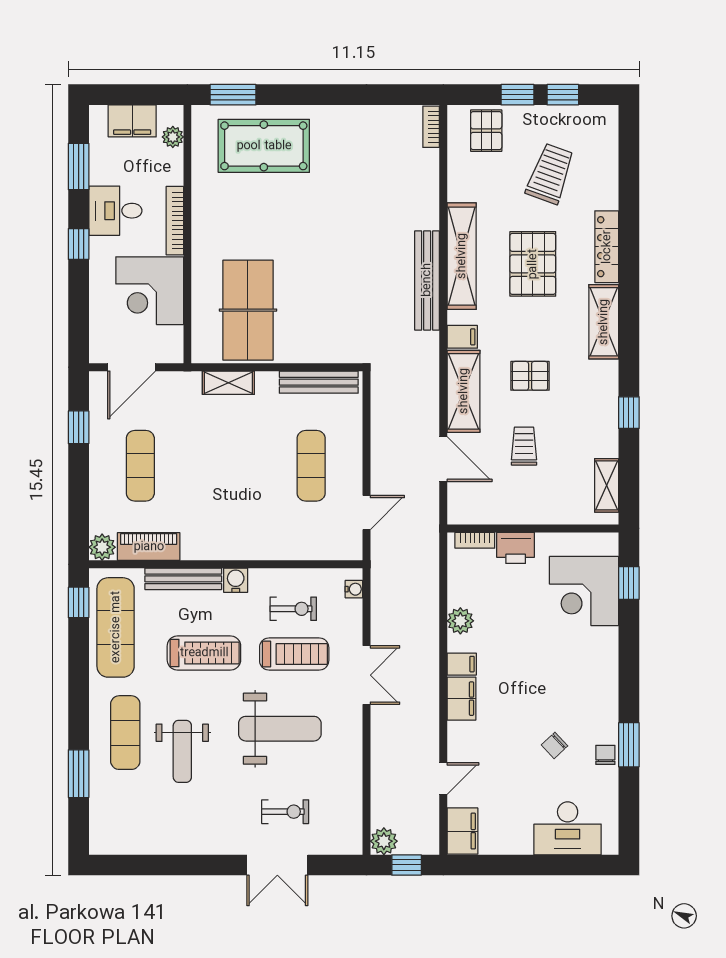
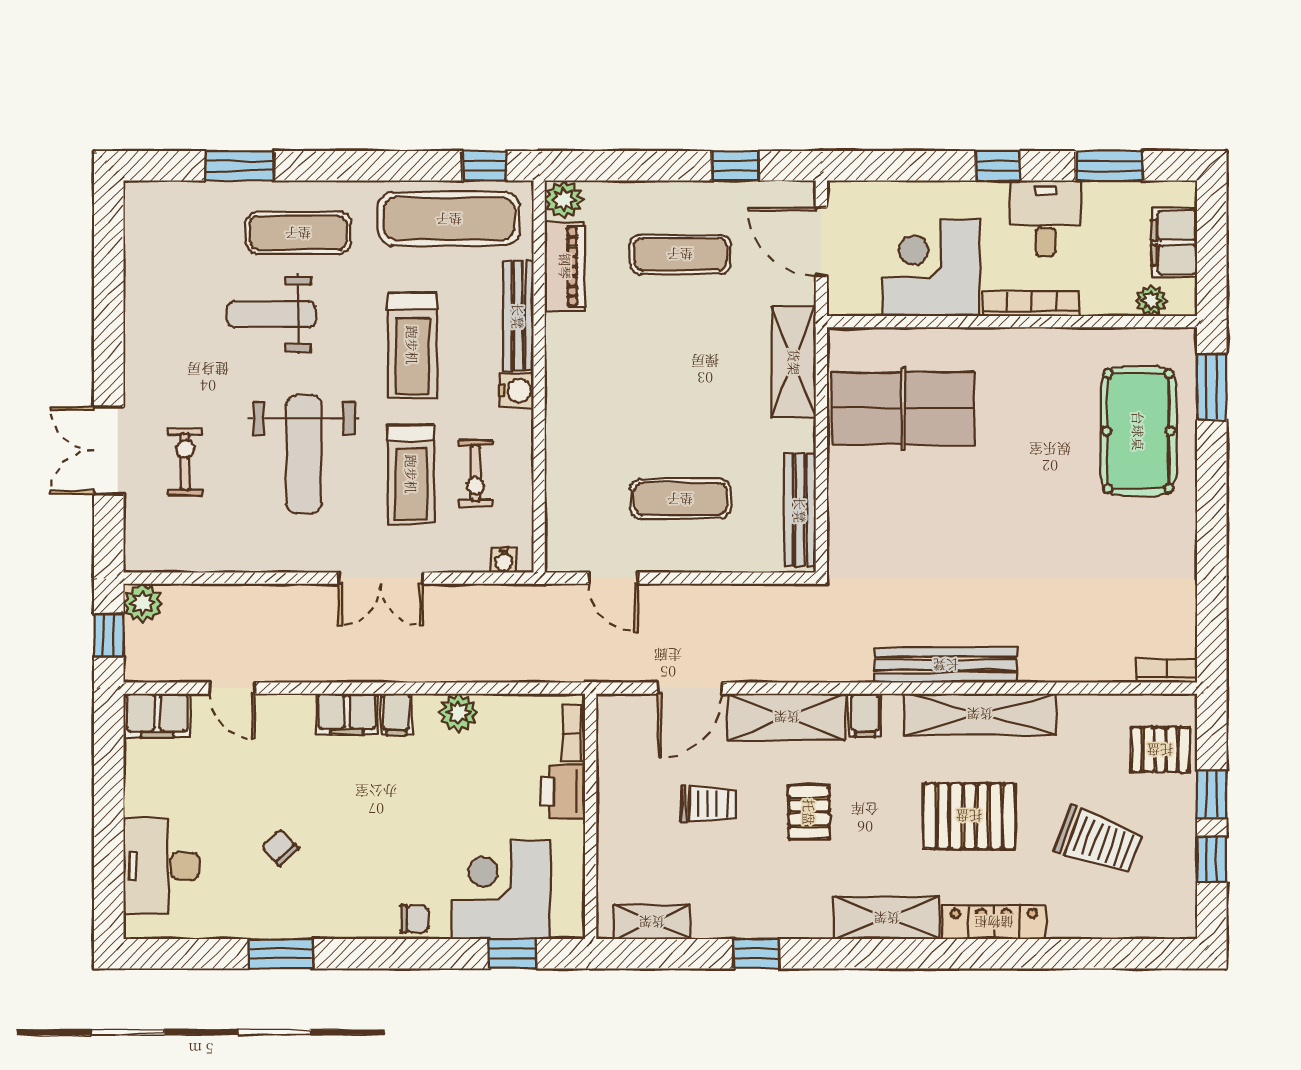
shelving: (228, 383) -> (794, 362), width x1.50, depth x1.33
chair: (605, 755) -> (415, 919), moved
exercise bike: (285, 812) -> (185, 462), turned 180

